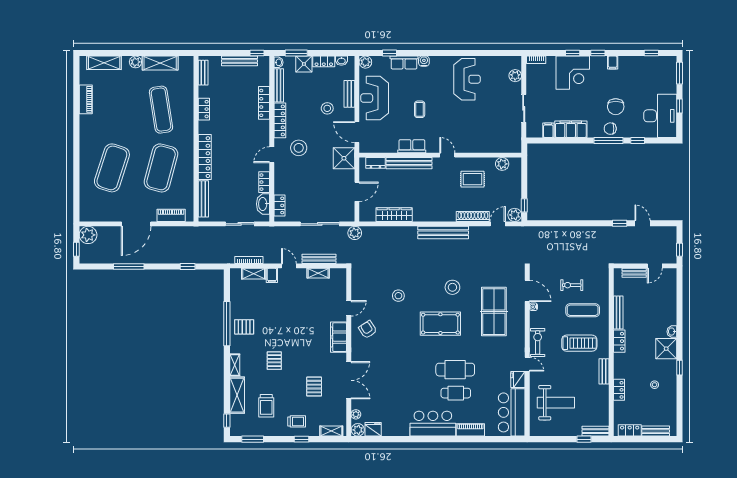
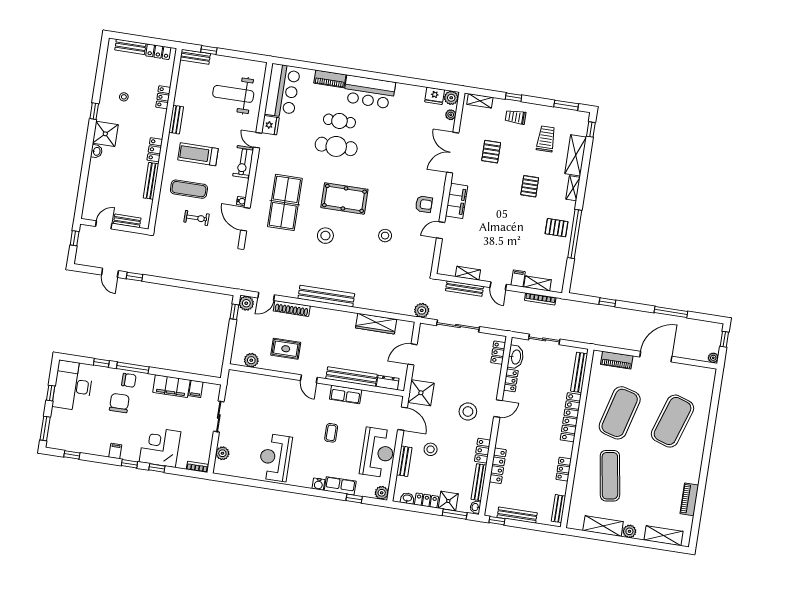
locker: (280, 120) -> (483, 451), width x0.66
plant: (88, 235) -> (713, 358), width x0.53, depth x0.53
armchair: (368, 330) -> (424, 204), turned -57

